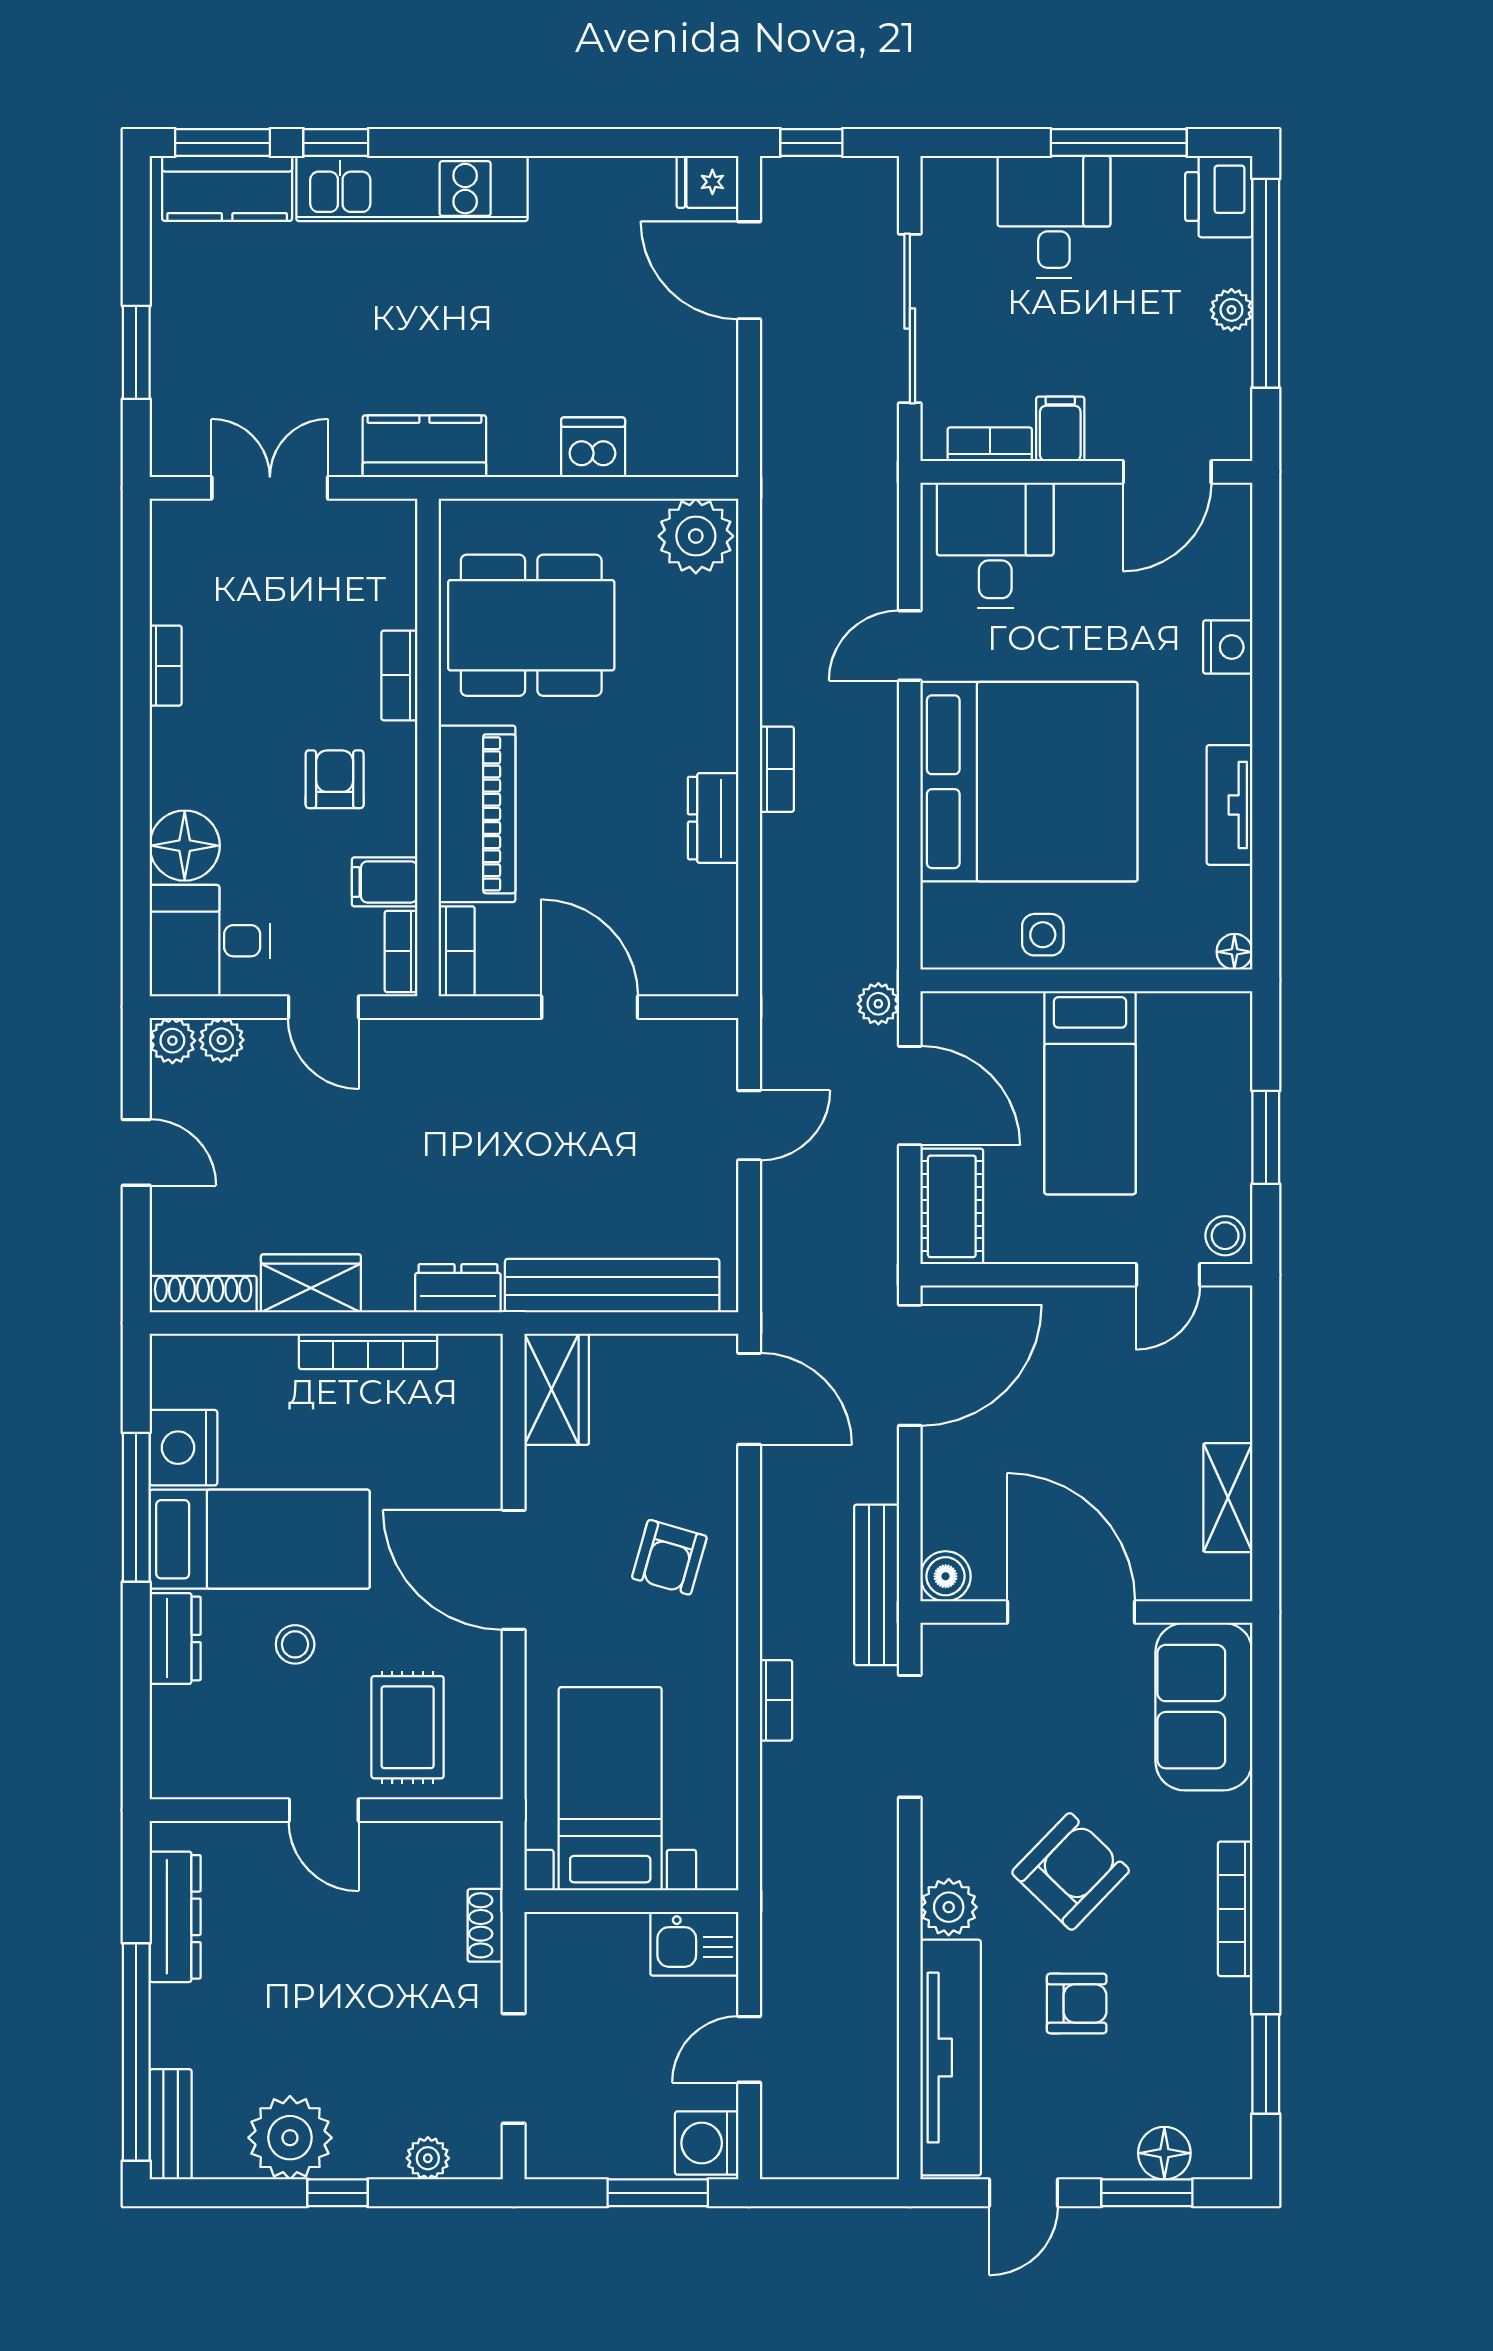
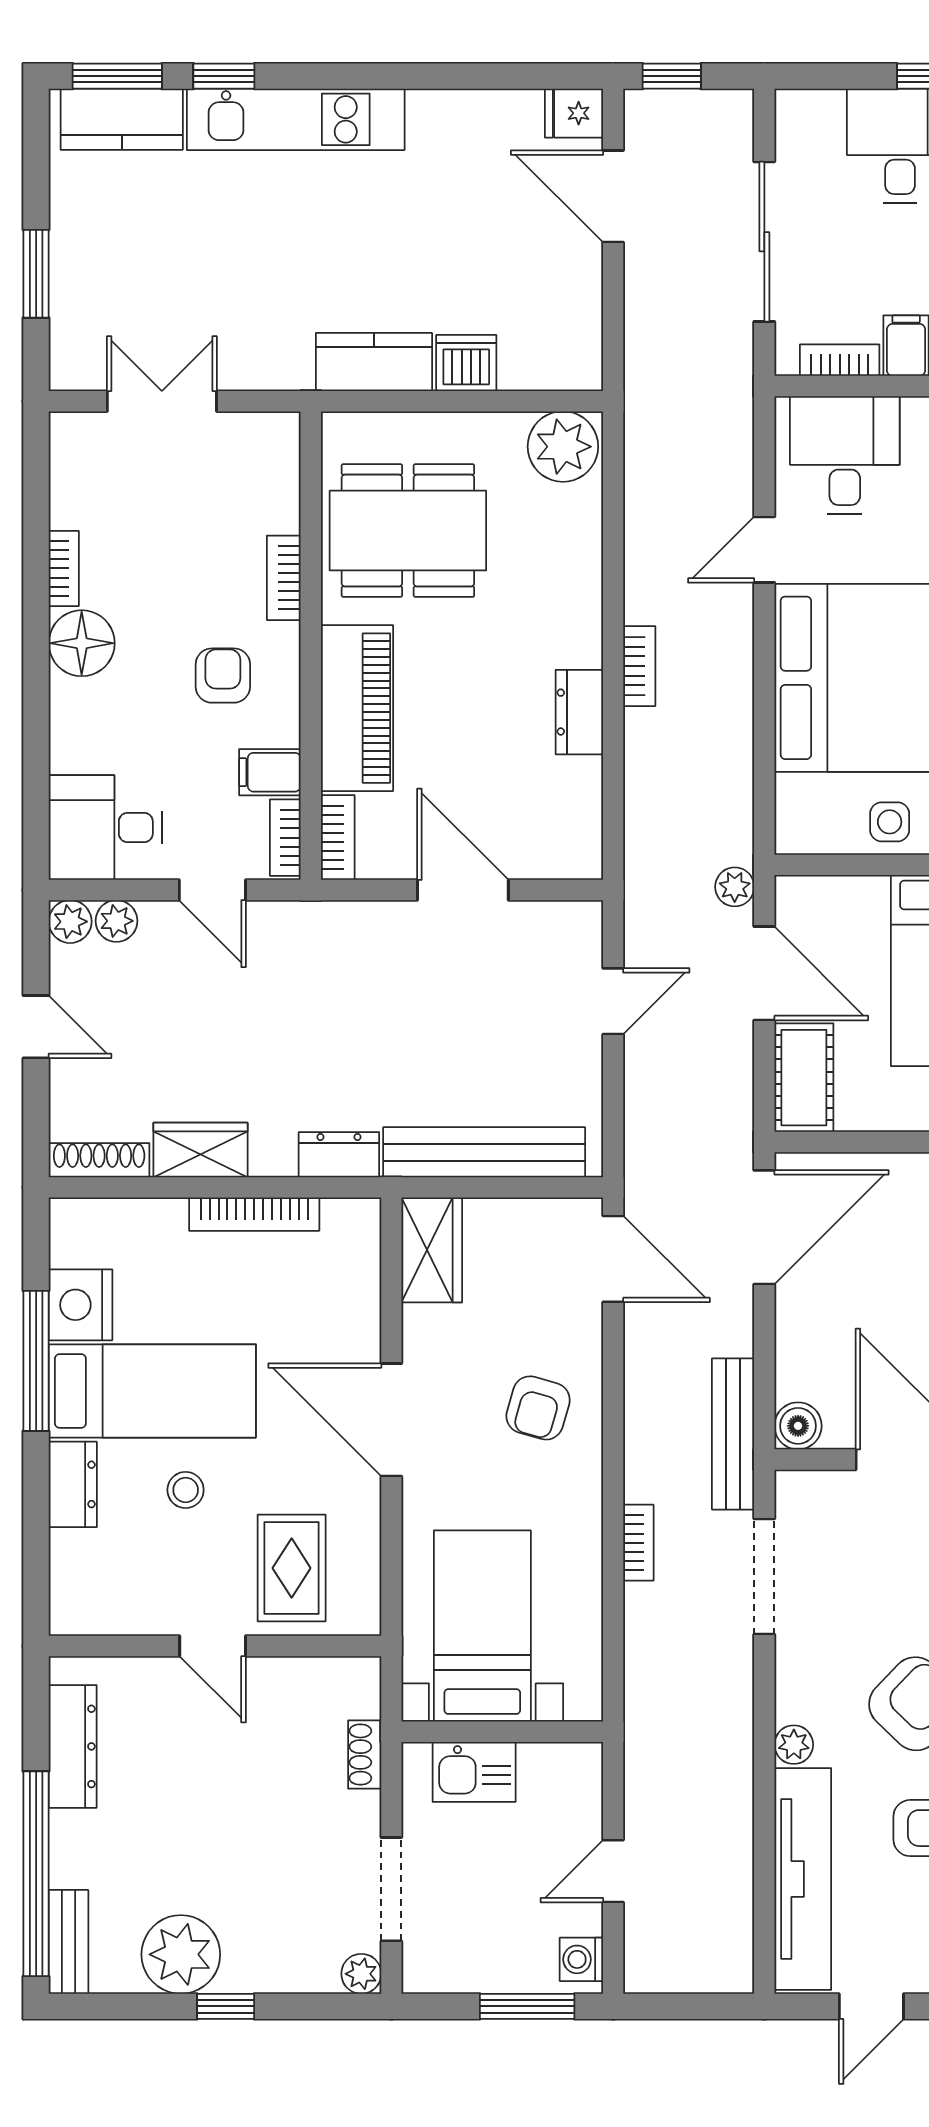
kitchen counter: (424, 446) -> (374, 362), moved
floor lamp: (185, 846) -> (82, 643), moved
plant: (949, 1907) -> (794, 1745), width x0.73, depth x0.73
kitchen sink: (694, 1944) -> (474, 1772), moved
washing machine: (707, 2143) -> (581, 1959), width x0.73, depth x0.73
plant: (428, 2158) -> (361, 1974), moved

